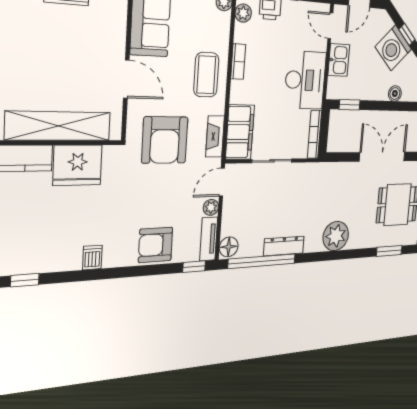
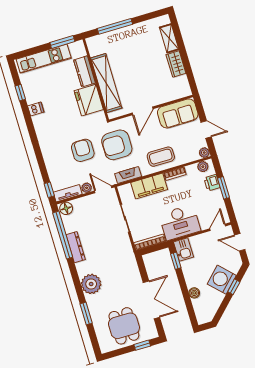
kitchen sink: (339, 60) -> (183, 249), moved, turned -90
filing cabinet: (240, 132) -> (149, 186), moved
armchair: (156, 245) -> (83, 150), moved
window: (389, 251) -> (86, 313), moved
dishwasher: (92, 258) -> (36, 109), moved

